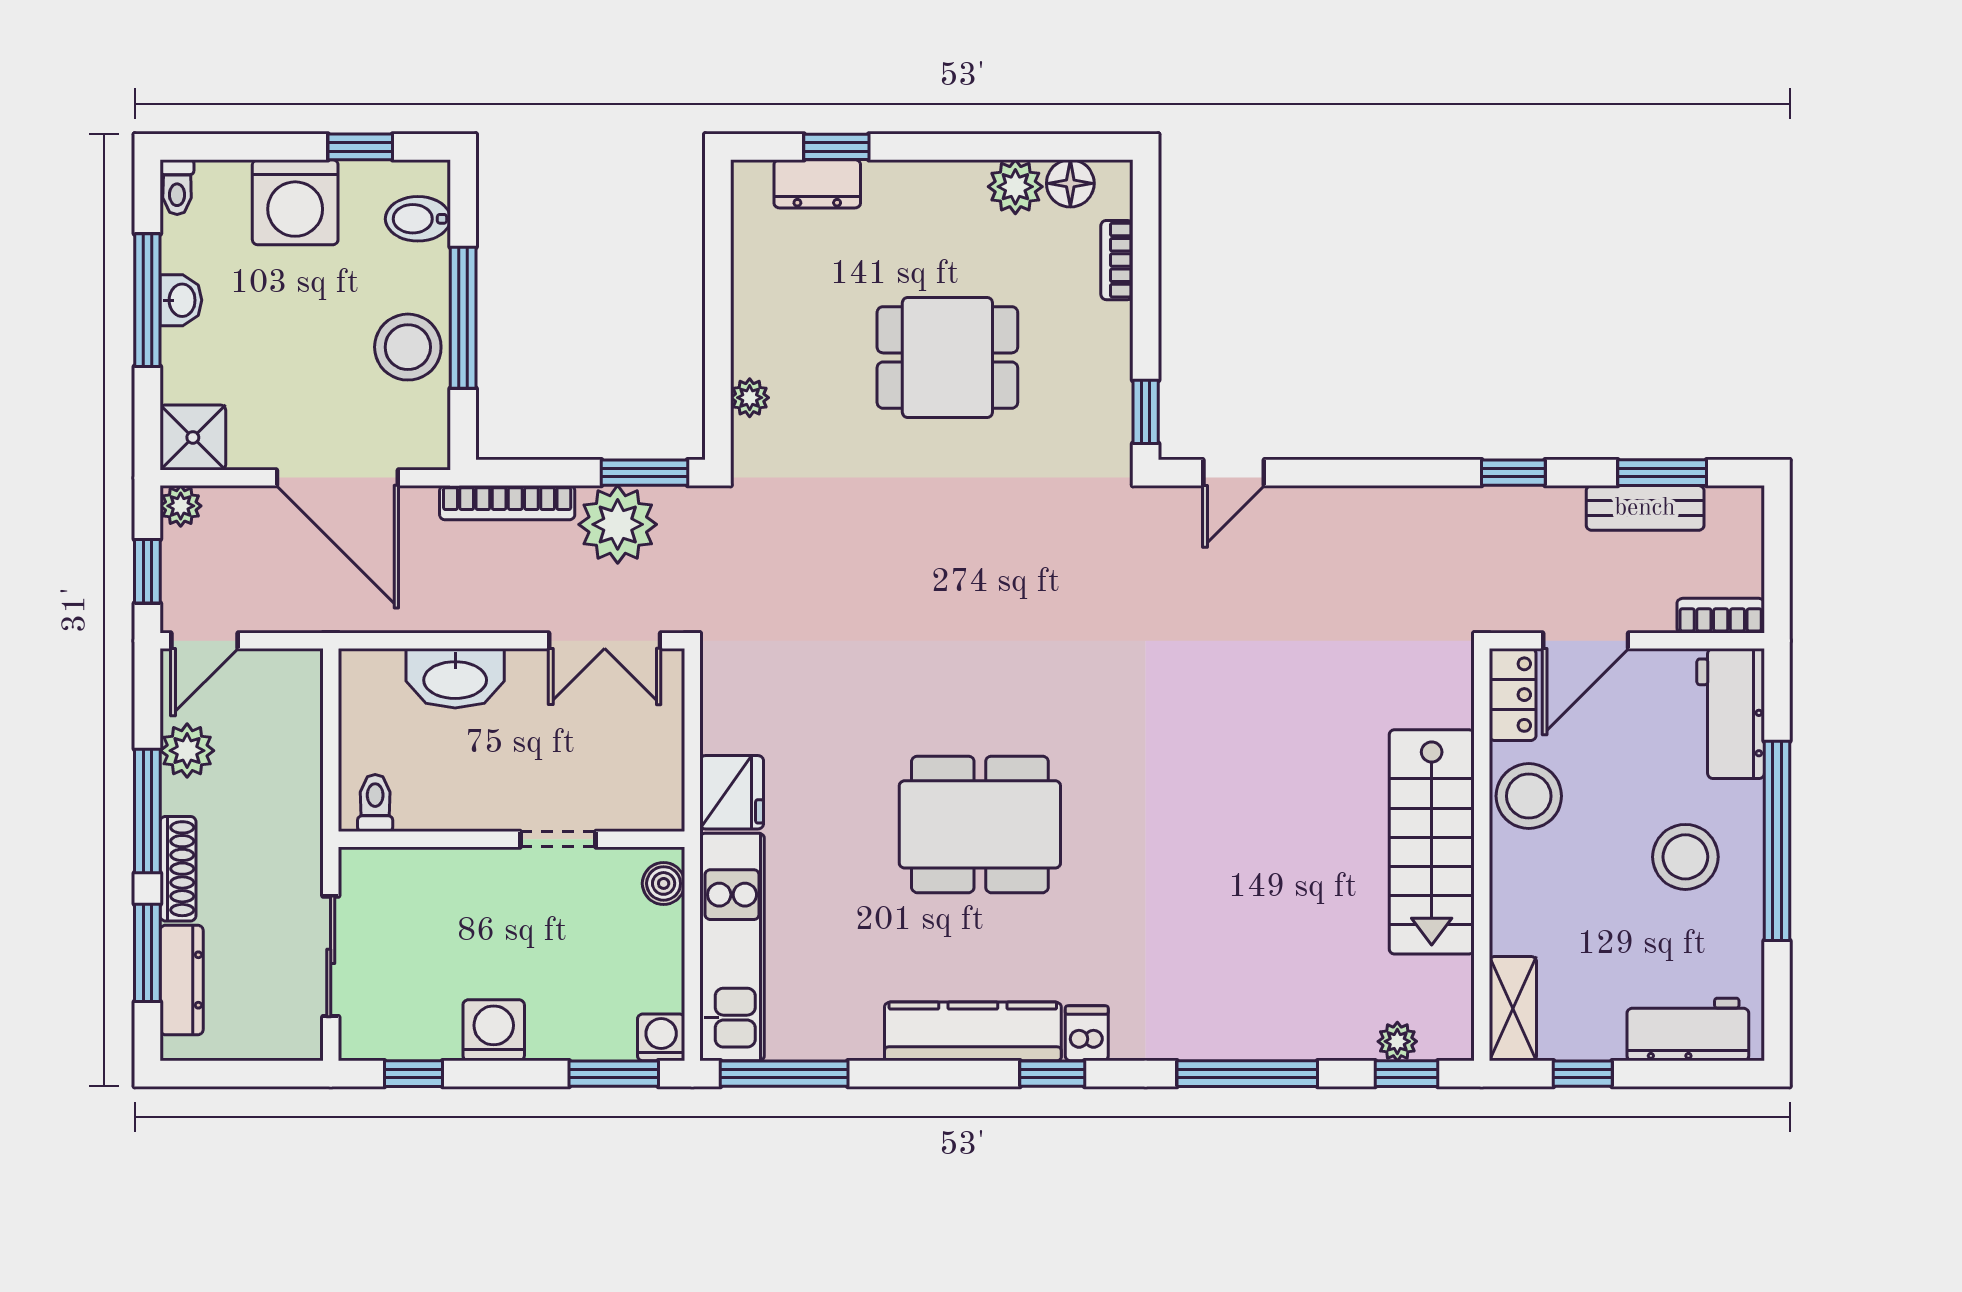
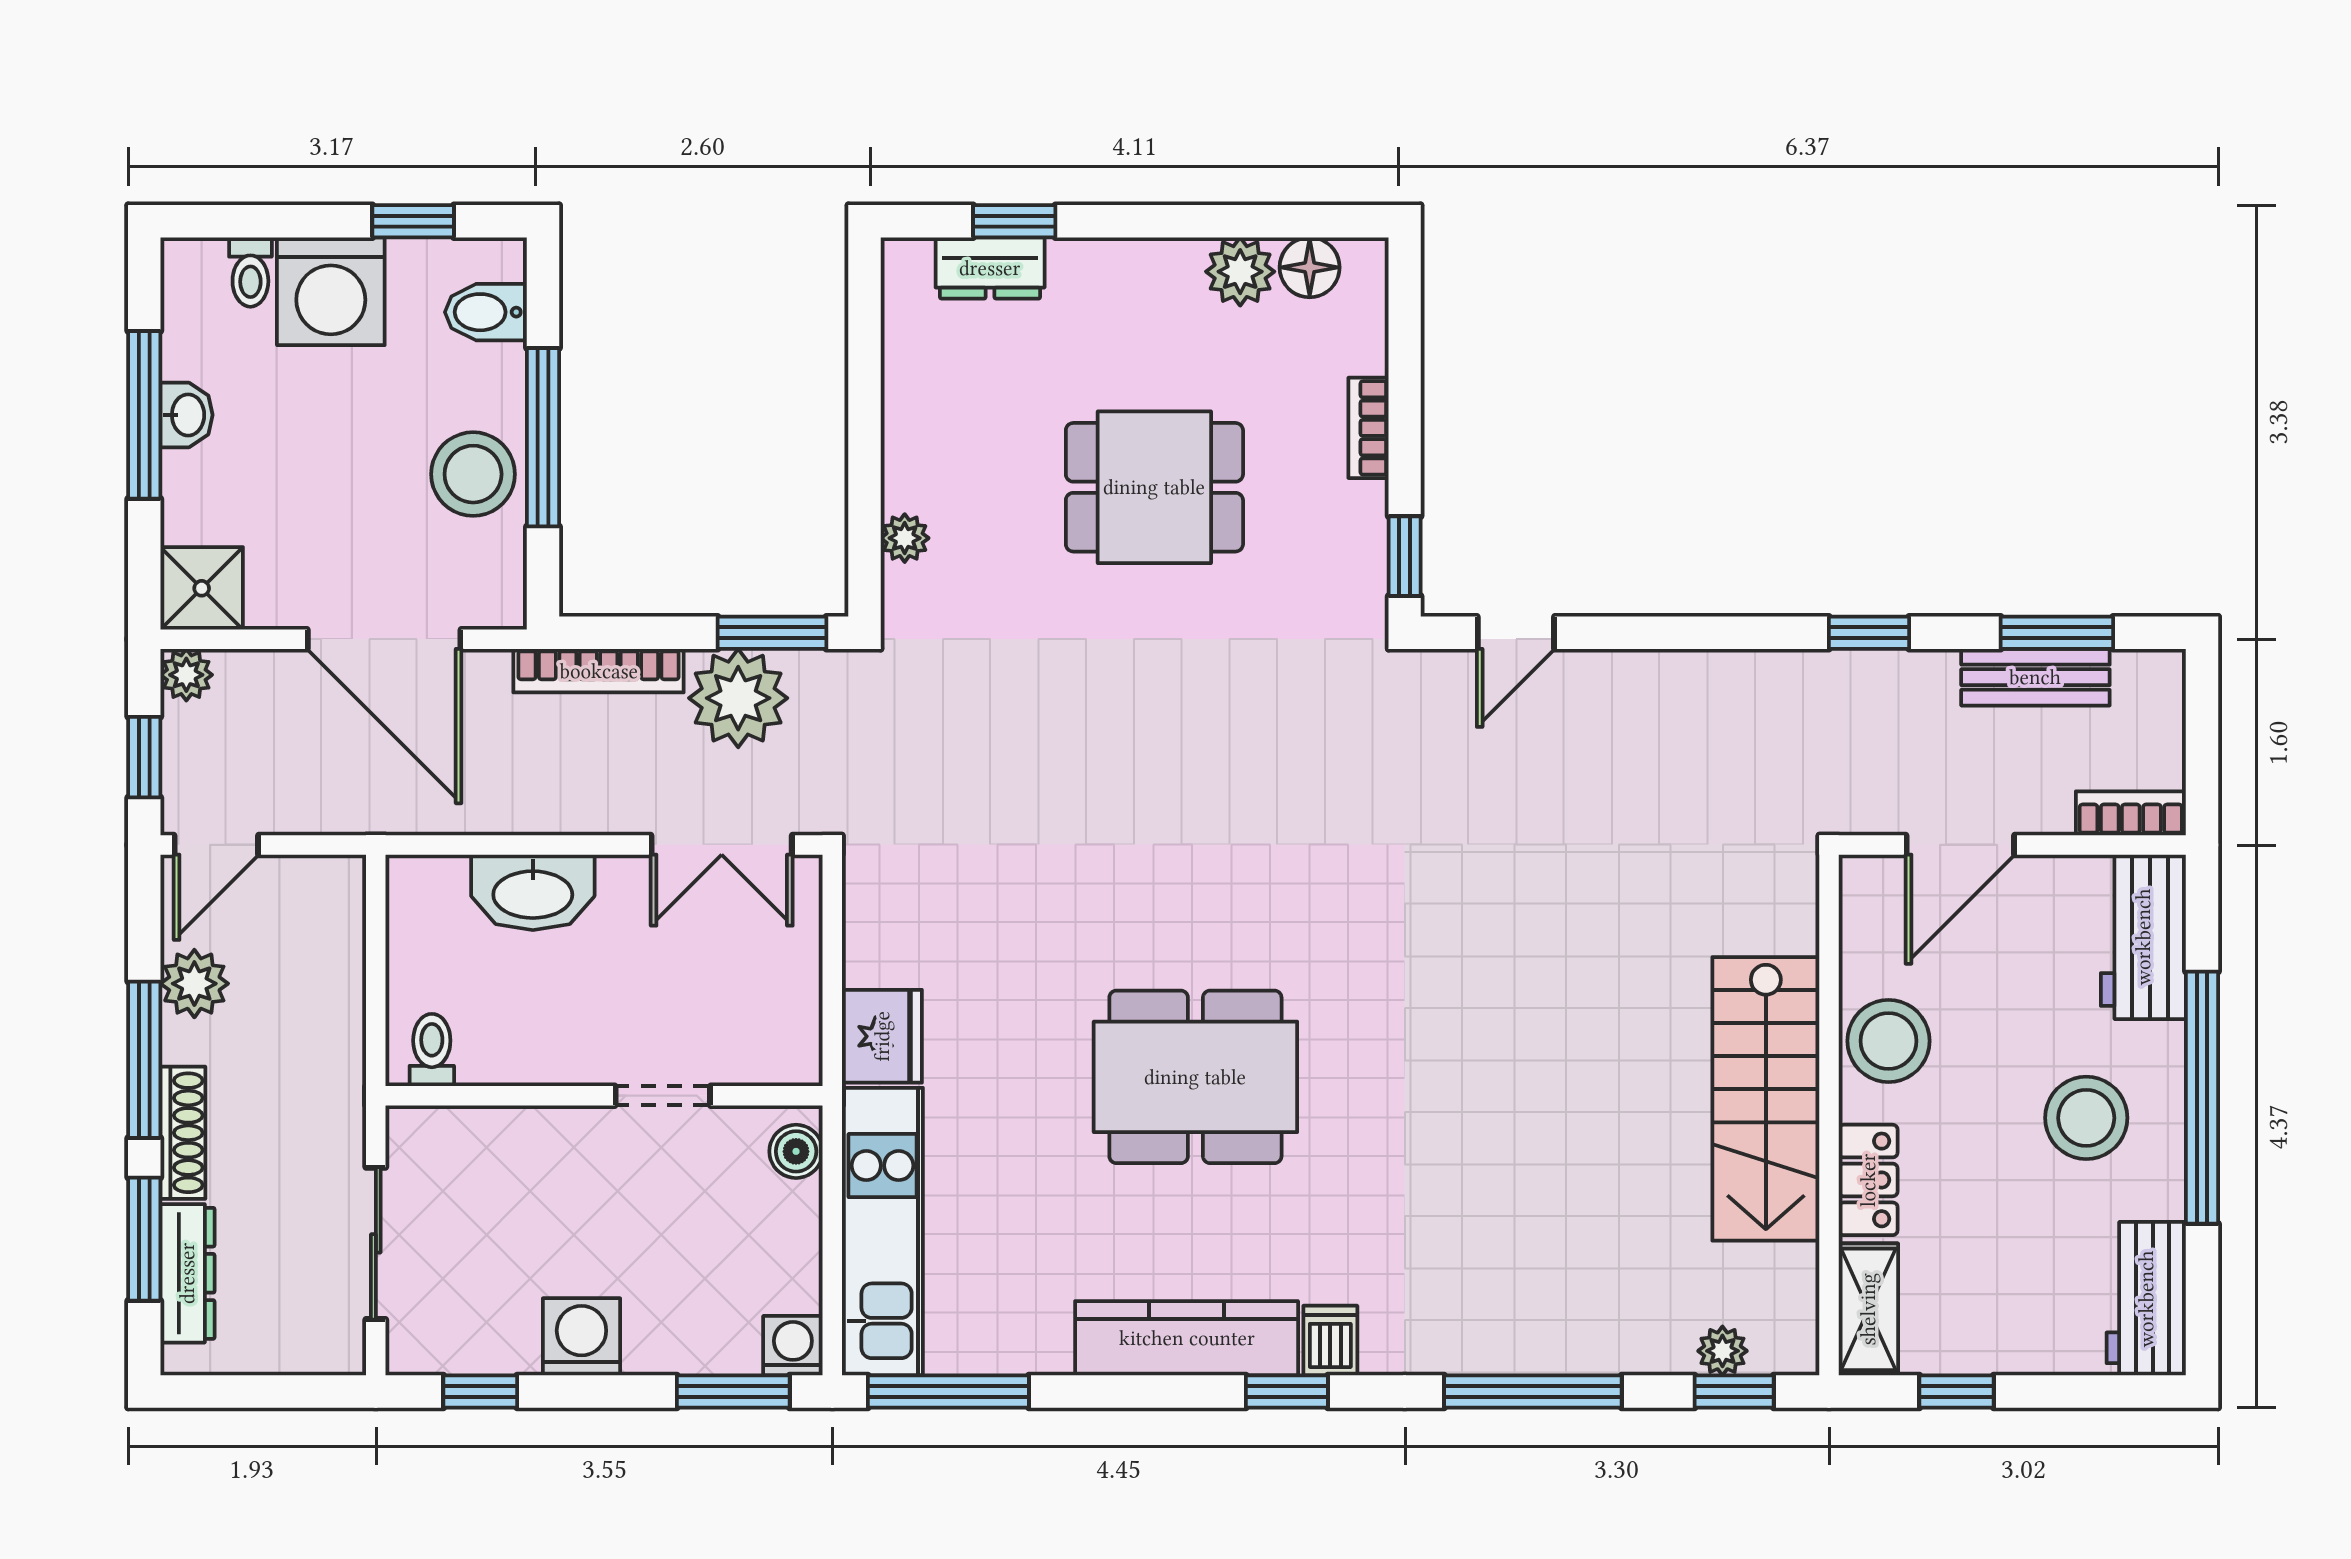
toilet: (177, 187) -> (250, 272), moved
bookcase: (1117, 260) -> (1368, 428), moved
locker: (1513, 695) -> (1868, 1180), moved
workbench: (1688, 1029) -> (2146, 1299), moved, turned -90

